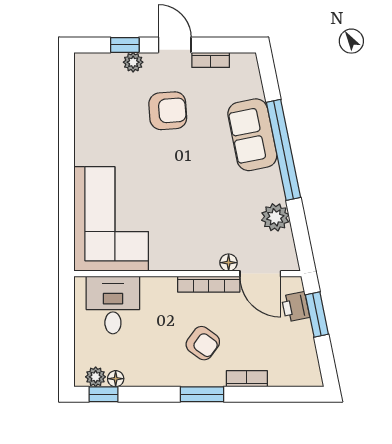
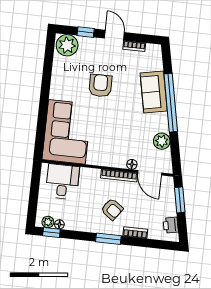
plant: (133, 62) -> (67, 45), moved, width x1.88, depth x1.88
armchair: (168, 111) -> (100, 86), moved, turned -87
printer: (295, 307) -> (171, 225), moved

